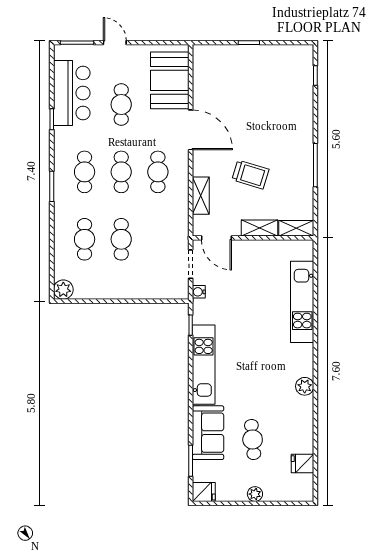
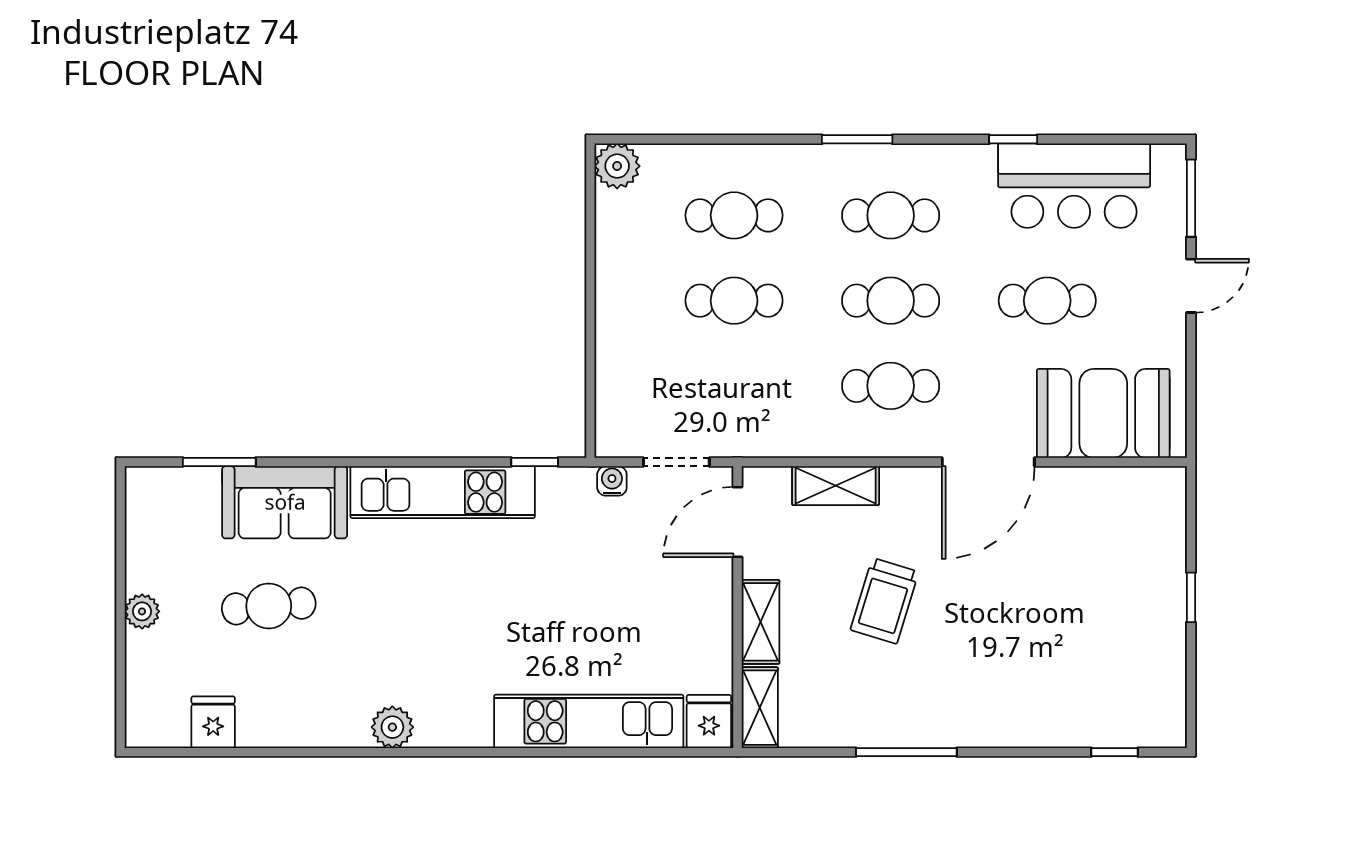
fridge: (204, 492) -> (709, 721), moved, turned 180

